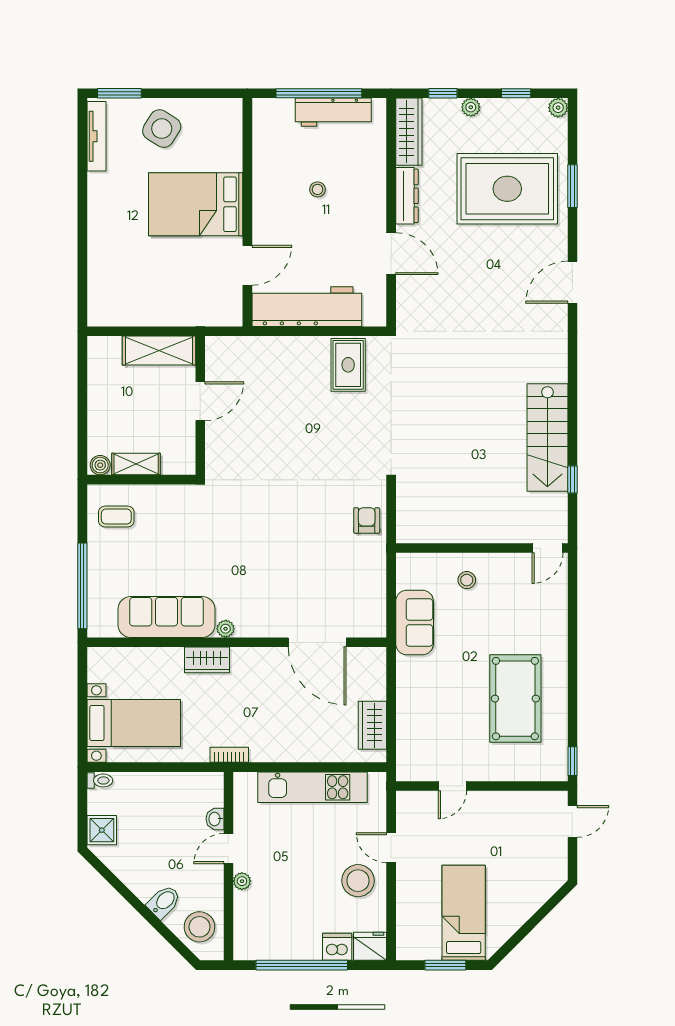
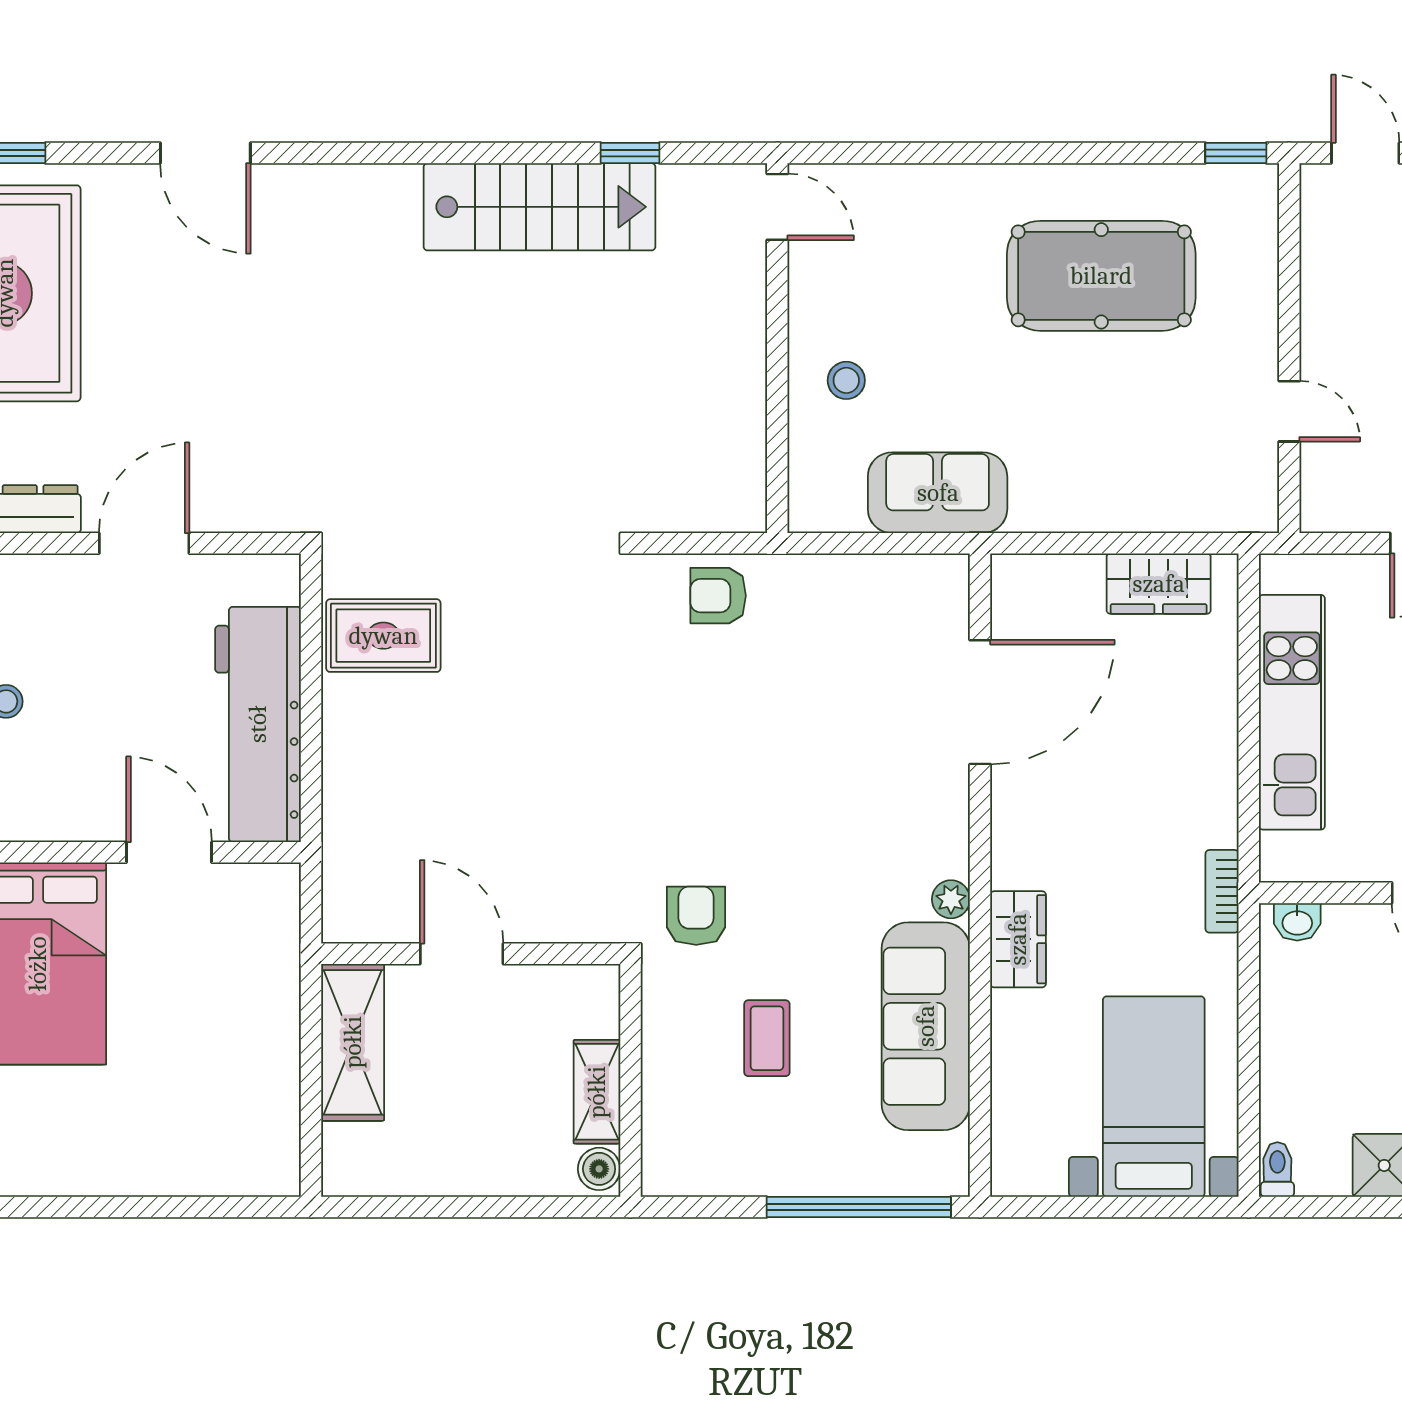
armchair: (218, 510) -> (696, 916), added
coffee table: (116, 517) -> (767, 1038), moved
washbasin: (215, 819) -> (1297, 922), moved

